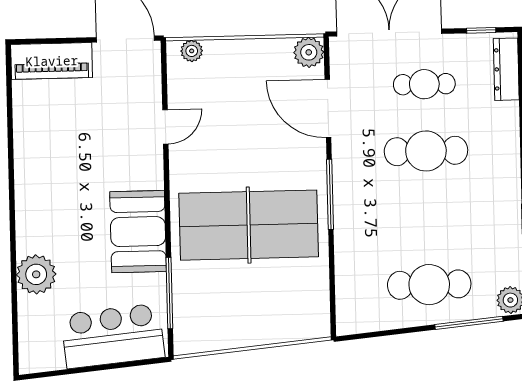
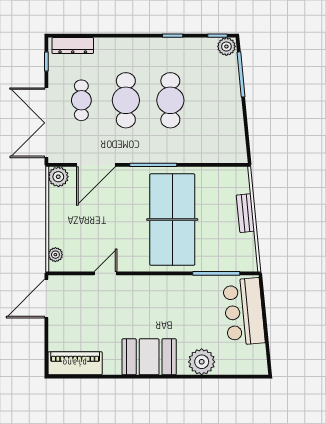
piano: (52, 61) -> (75, 363), moved, turned -90
door: (165, 127) -> (106, 273), hinge flipped
booth: (138, 232) -> (149, 357), moved
cafe table: (429, 285) -> (170, 100), moved
bench: (261, 335) -> (245, 213), added

